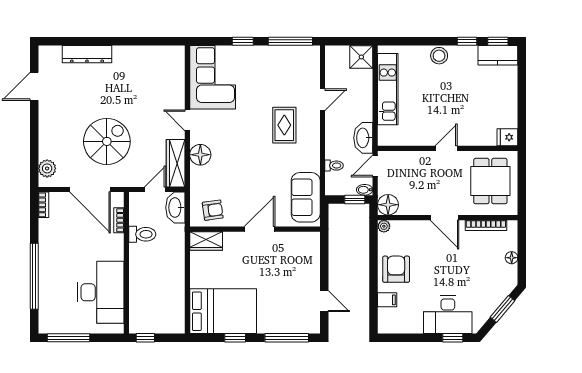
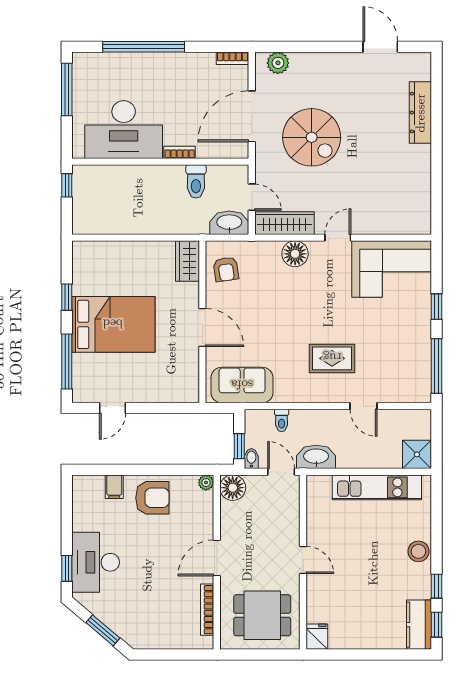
bookcase: (119, 220) -> (180, 152), moved
floor lamp: (512, 258) -> (167, 642), removed
bed: (223, 311) -> (113, 324), moved, turned -90

